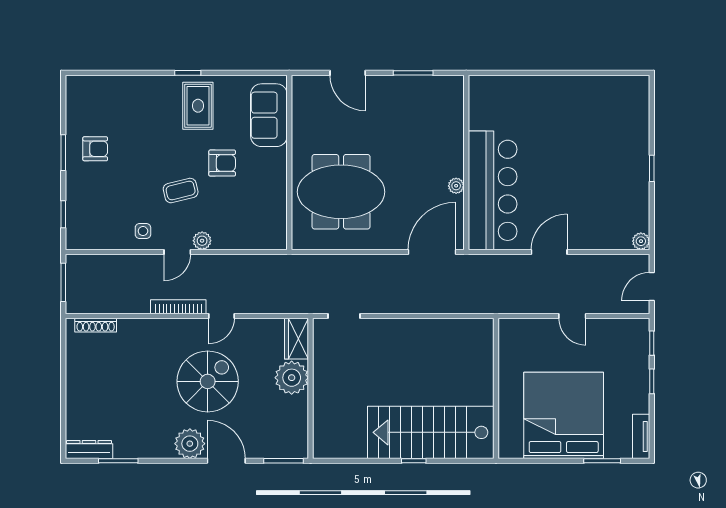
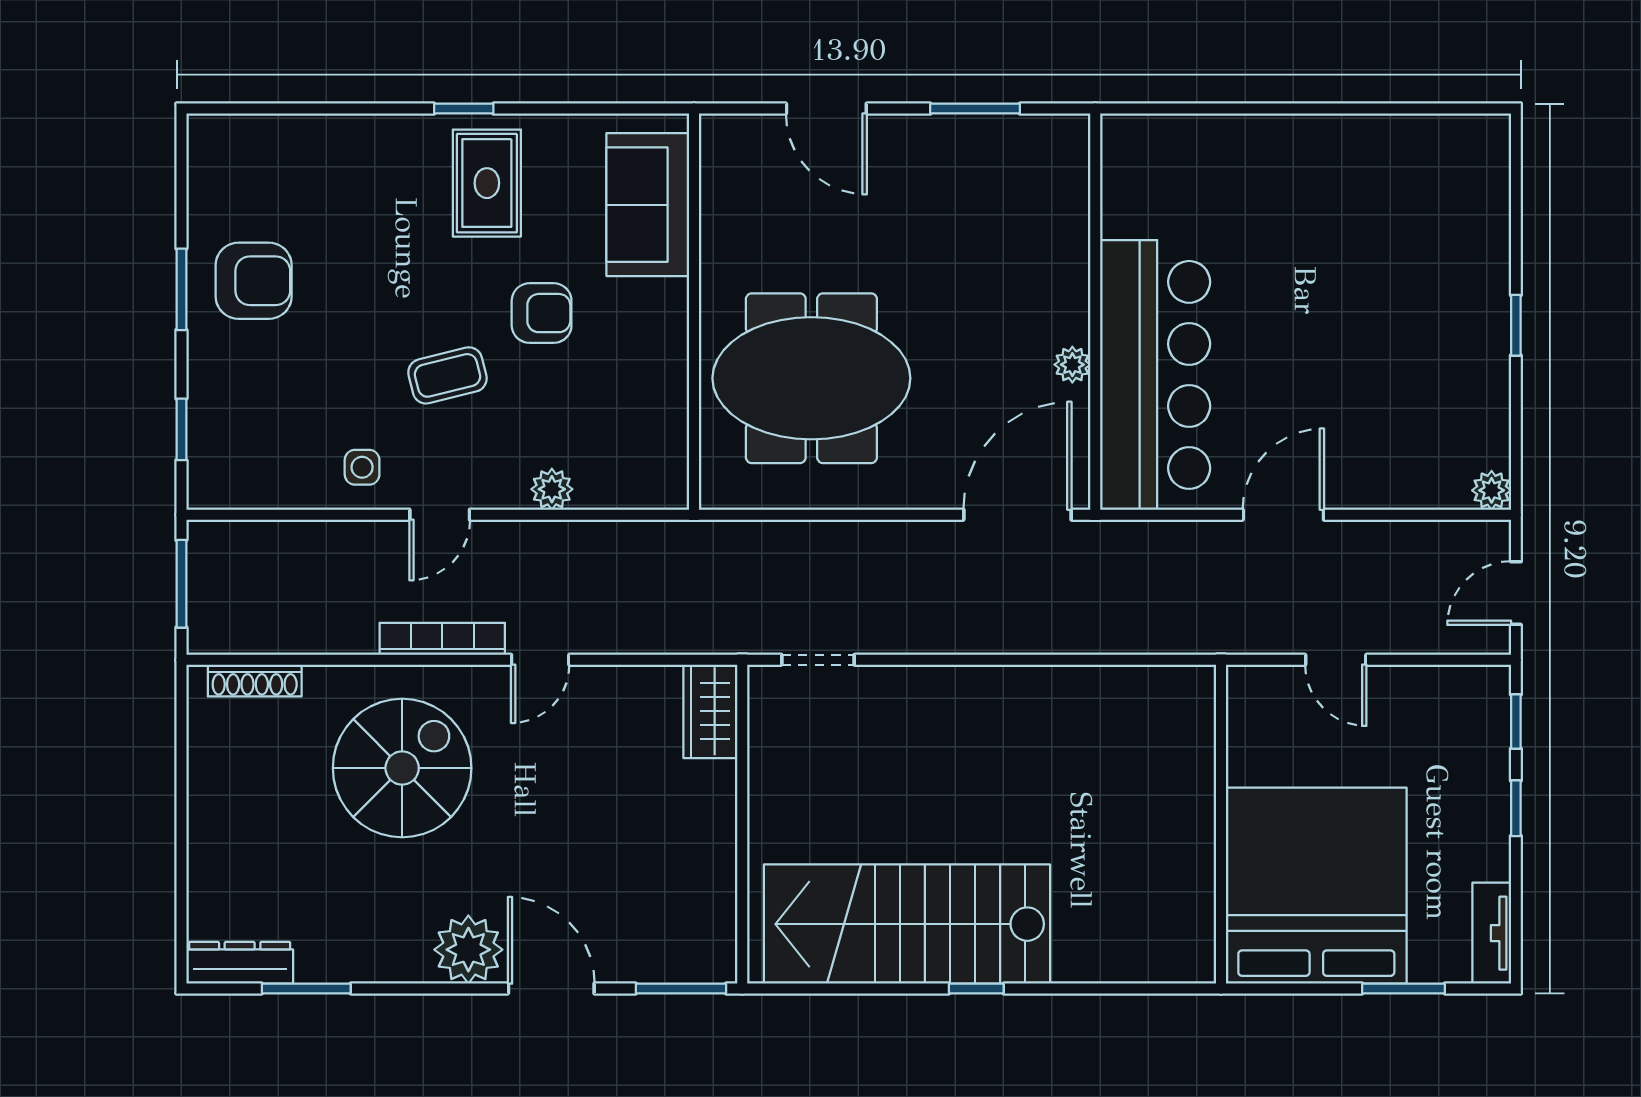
armchair: (95, 149) -> (254, 281), width x1.38, depth x1.38
plant: (202, 241) -> (552, 489), moved
plant: (292, 378) -> (699, 800), removed
spiral stairs: (208, 381) -> (402, 768), moved
wall: (496, 388) -> (1221, 824), moved
stairs: (431, 432) -> (907, 924), moved

